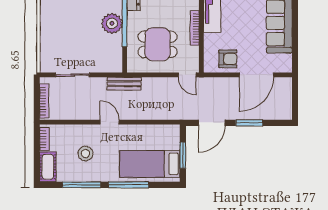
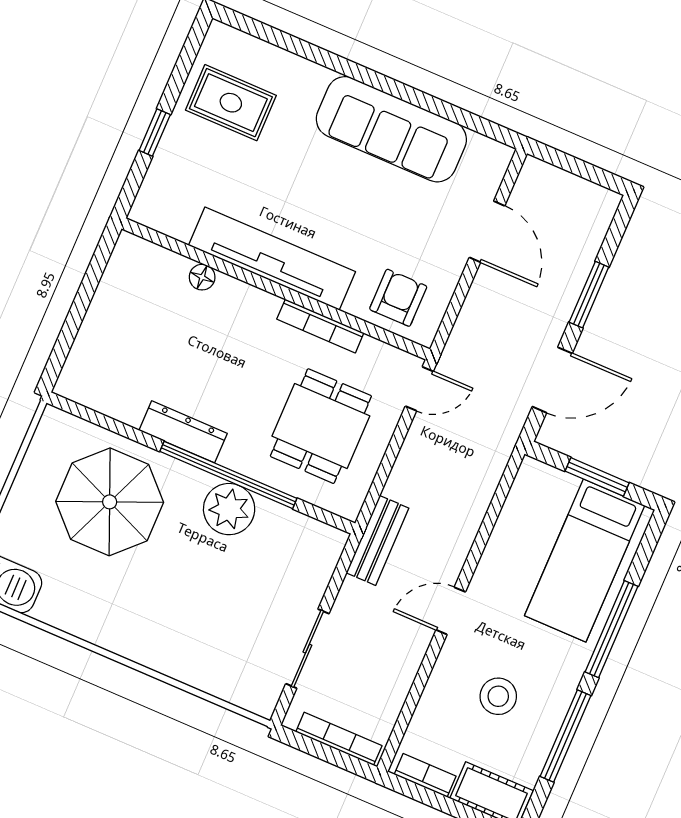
armchair: (228, 59) -> (398, 298), moved
door: (256, 75) -> (487, 232), width x0.73
door: (212, 123) -> (552, 380), hinge flipped

